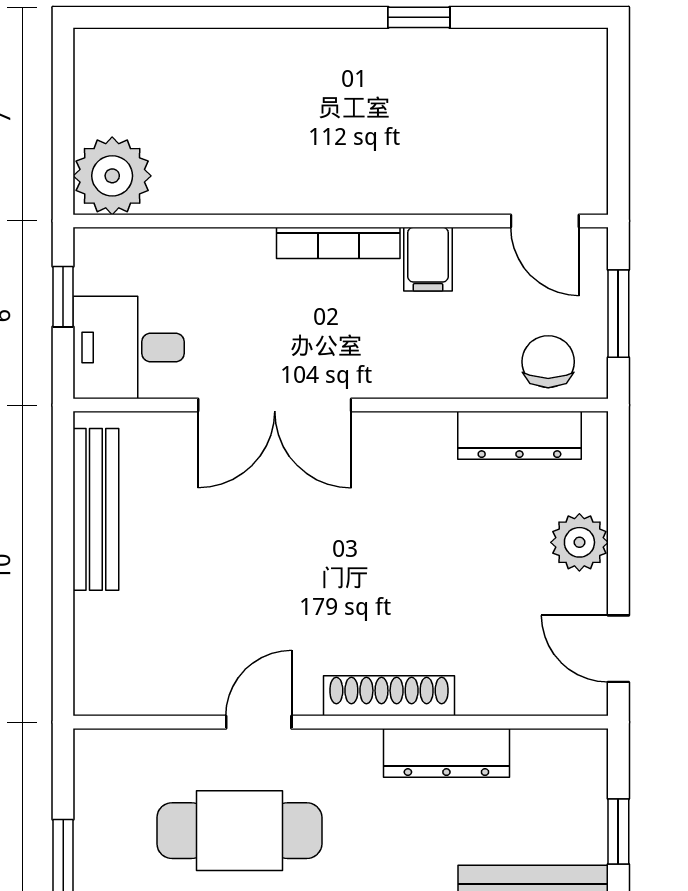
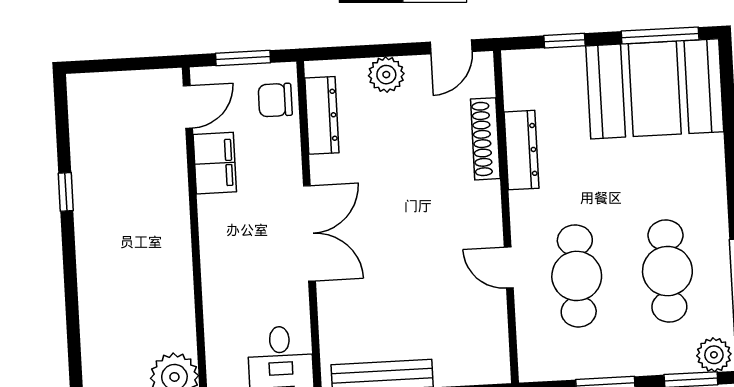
bookcase: (338, 243) -> (208, 234), removed
filing cabinet: (428, 259) -> (215, 163), width x2.00
double door: (275, 405) -> (309, 233), moved
shoe rack: (389, 696) -> (485, 139), moved

